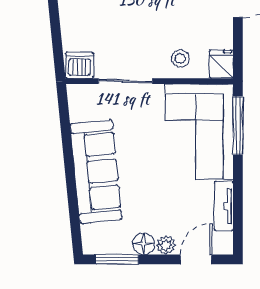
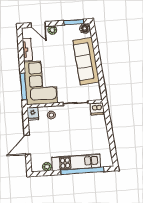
floor lamp: (144, 244) -> (85, 28), moved
door: (196, 259) -> (38, 25), hinge flipped

